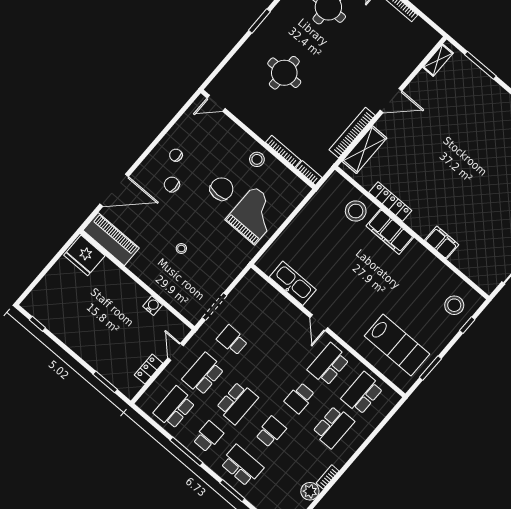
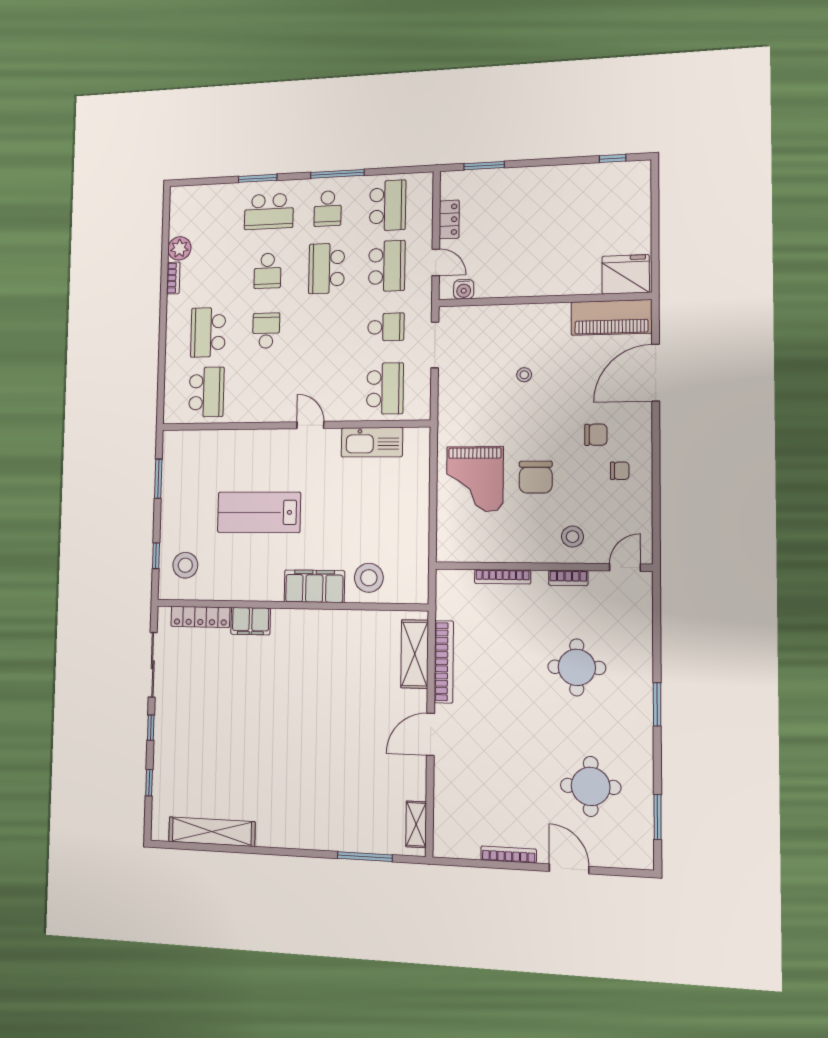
stool: (257, 159) -> (572, 537), moved
bookcase: (309, 173) -> (568, 578), moved
locker: (390, 202) -> (200, 617), moved
water cooler: (153, 306) -> (464, 289), moved
lab bench: (397, 345) -> (259, 512), moved
school desk: (328, 364) -> (385, 389), moved

